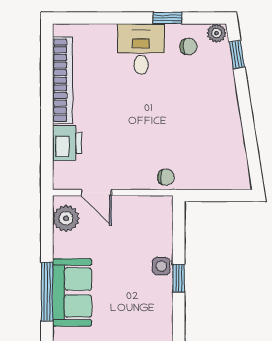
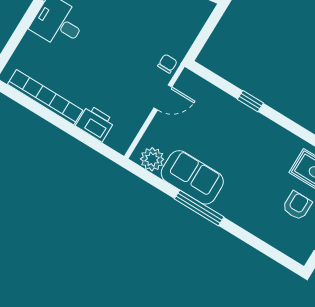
door: (96, 193) -> (163, 97), moved
side table: (161, 266) -> (233, 109), removed
sofa: (72, 292) -> (192, 177), moved

